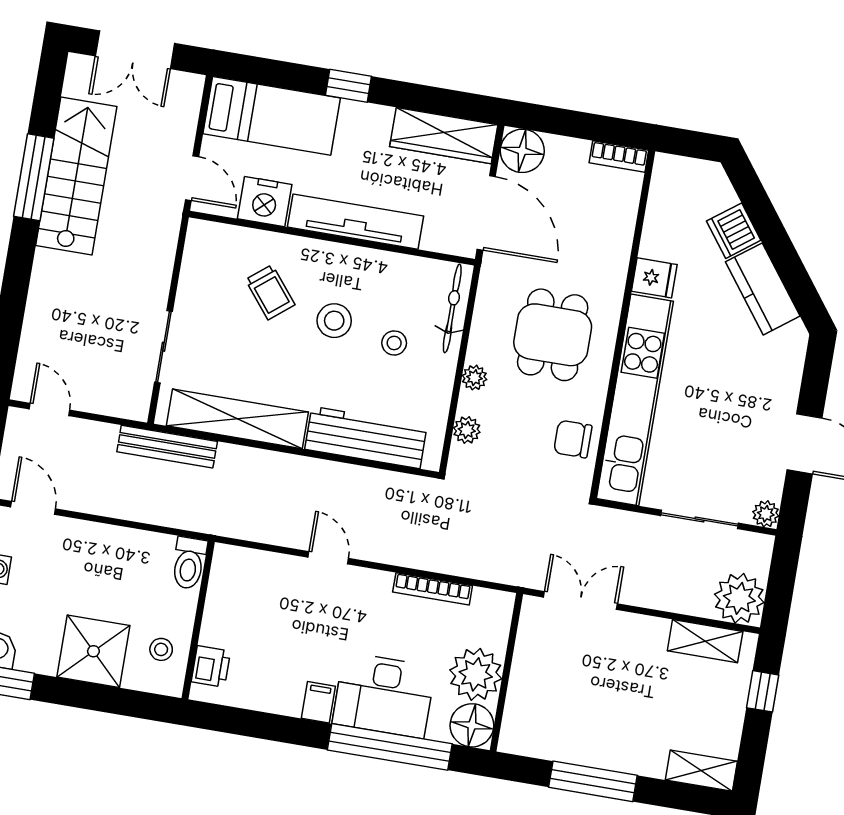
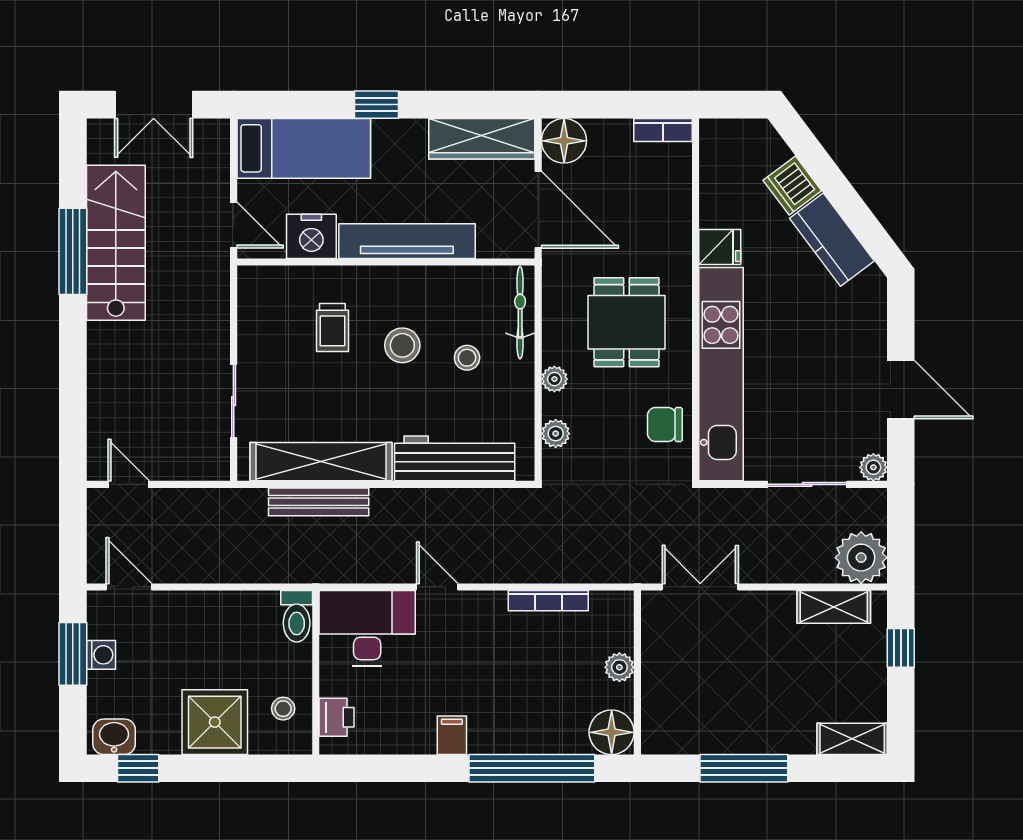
trolley: (270, 292) -> (332, 328), turned 39
bench: (167, 447) -> (319, 502), moved
plant: (476, 674) -> (619, 667), width x0.53, depth x0.53
desk: (384, 695) -> (367, 628), moved, turned 180

